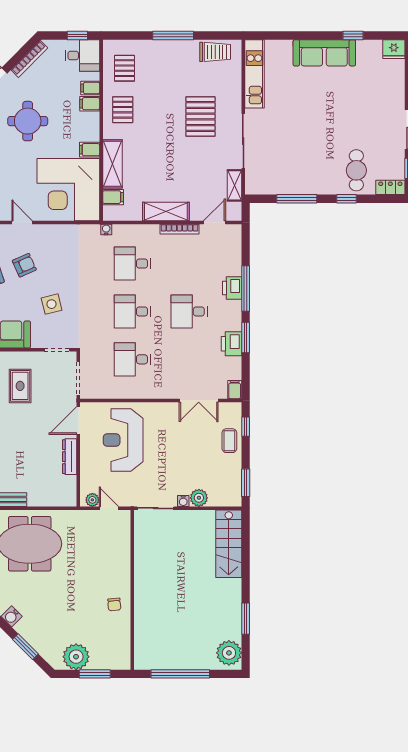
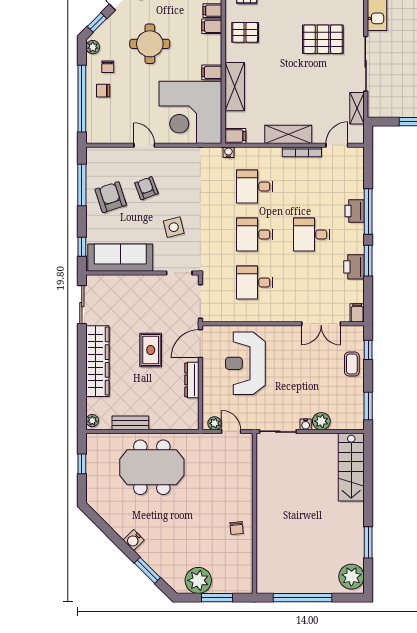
pallet: (123, 110) -> (245, 32), turned 90
pallet: (200, 117) -> (323, 39), turned 90
filing cabinet: (113, 197) -> (235, 136), moved
armchair: (24, 265) -> (146, 188), turned -87
rug: (20, 386) -> (151, 350), moved

